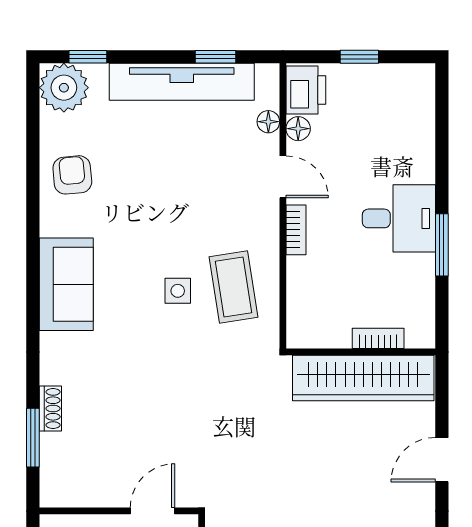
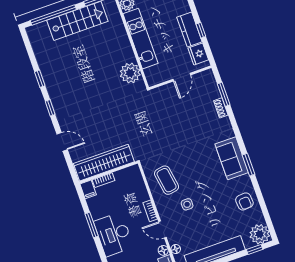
desk: (399, 218) -> (114, 234), width x1.37
window: (33, 256) -> (249, 165), added
side table: (178, 291) -> (187, 204), moved
filing cabinet: (421, 330) -> (88, 189), added
door: (442, 460) -> (62, 142), hinge flipped
door: (153, 511) -> (182, 77), moved

